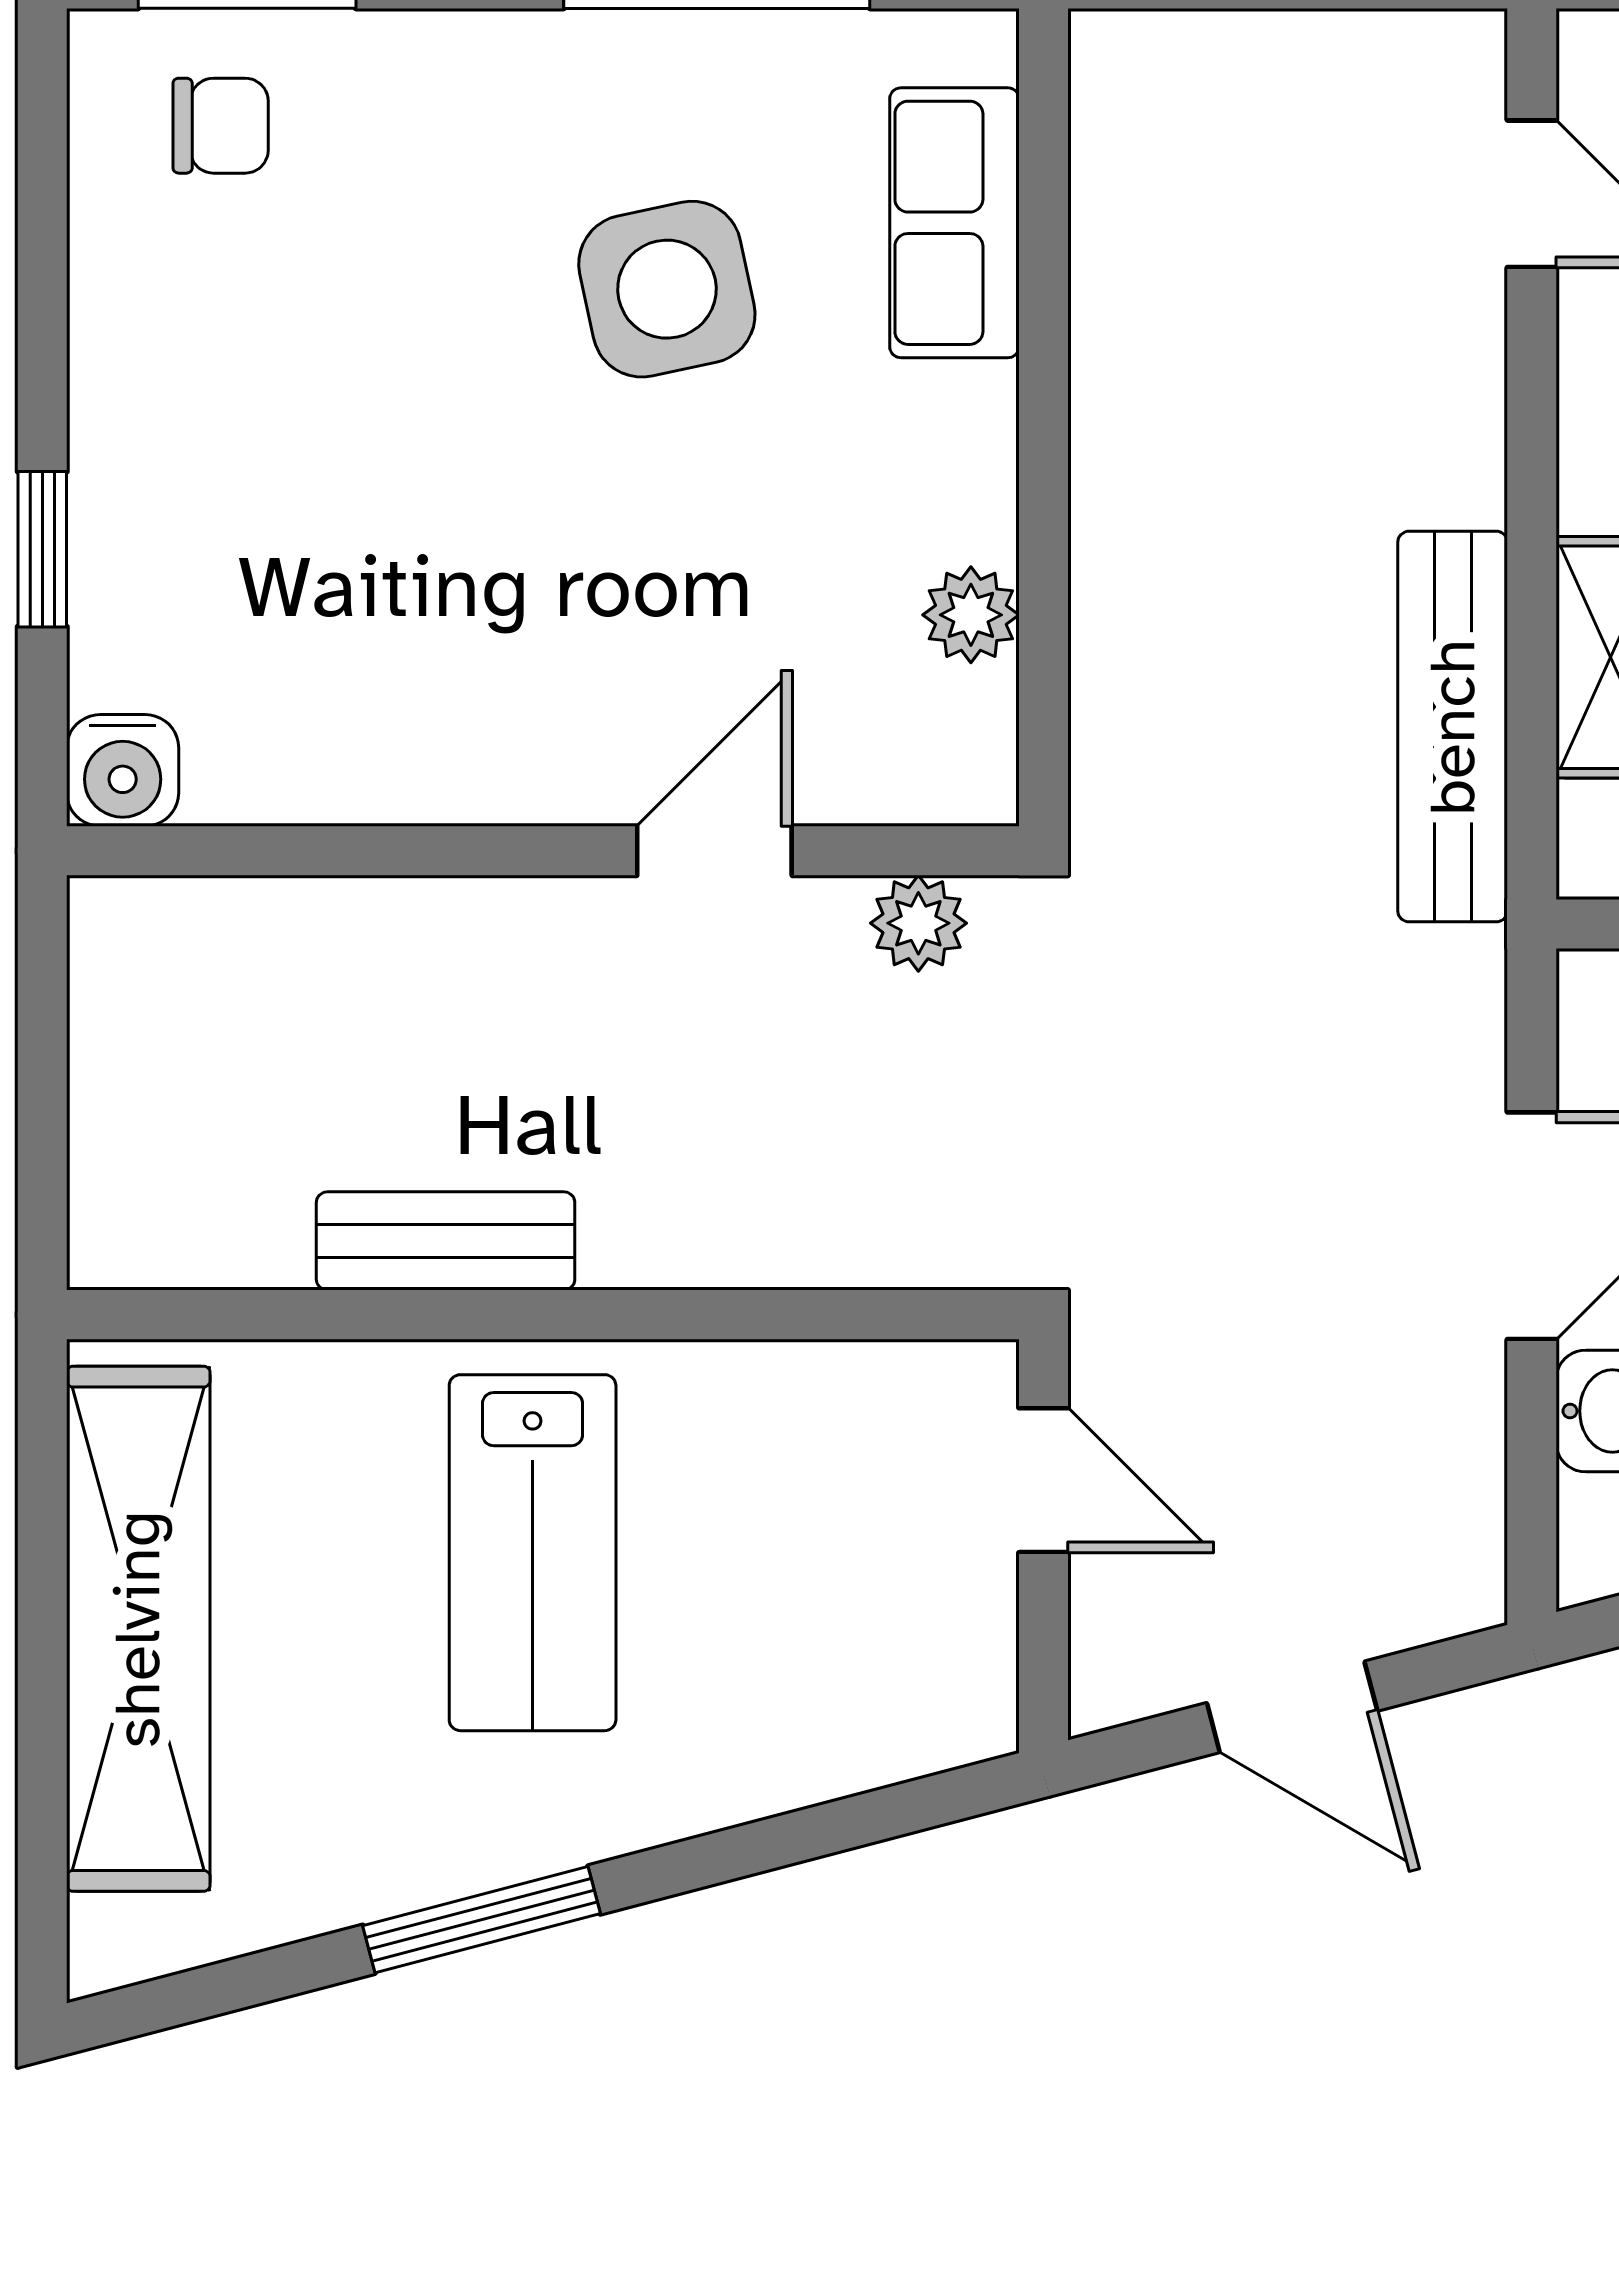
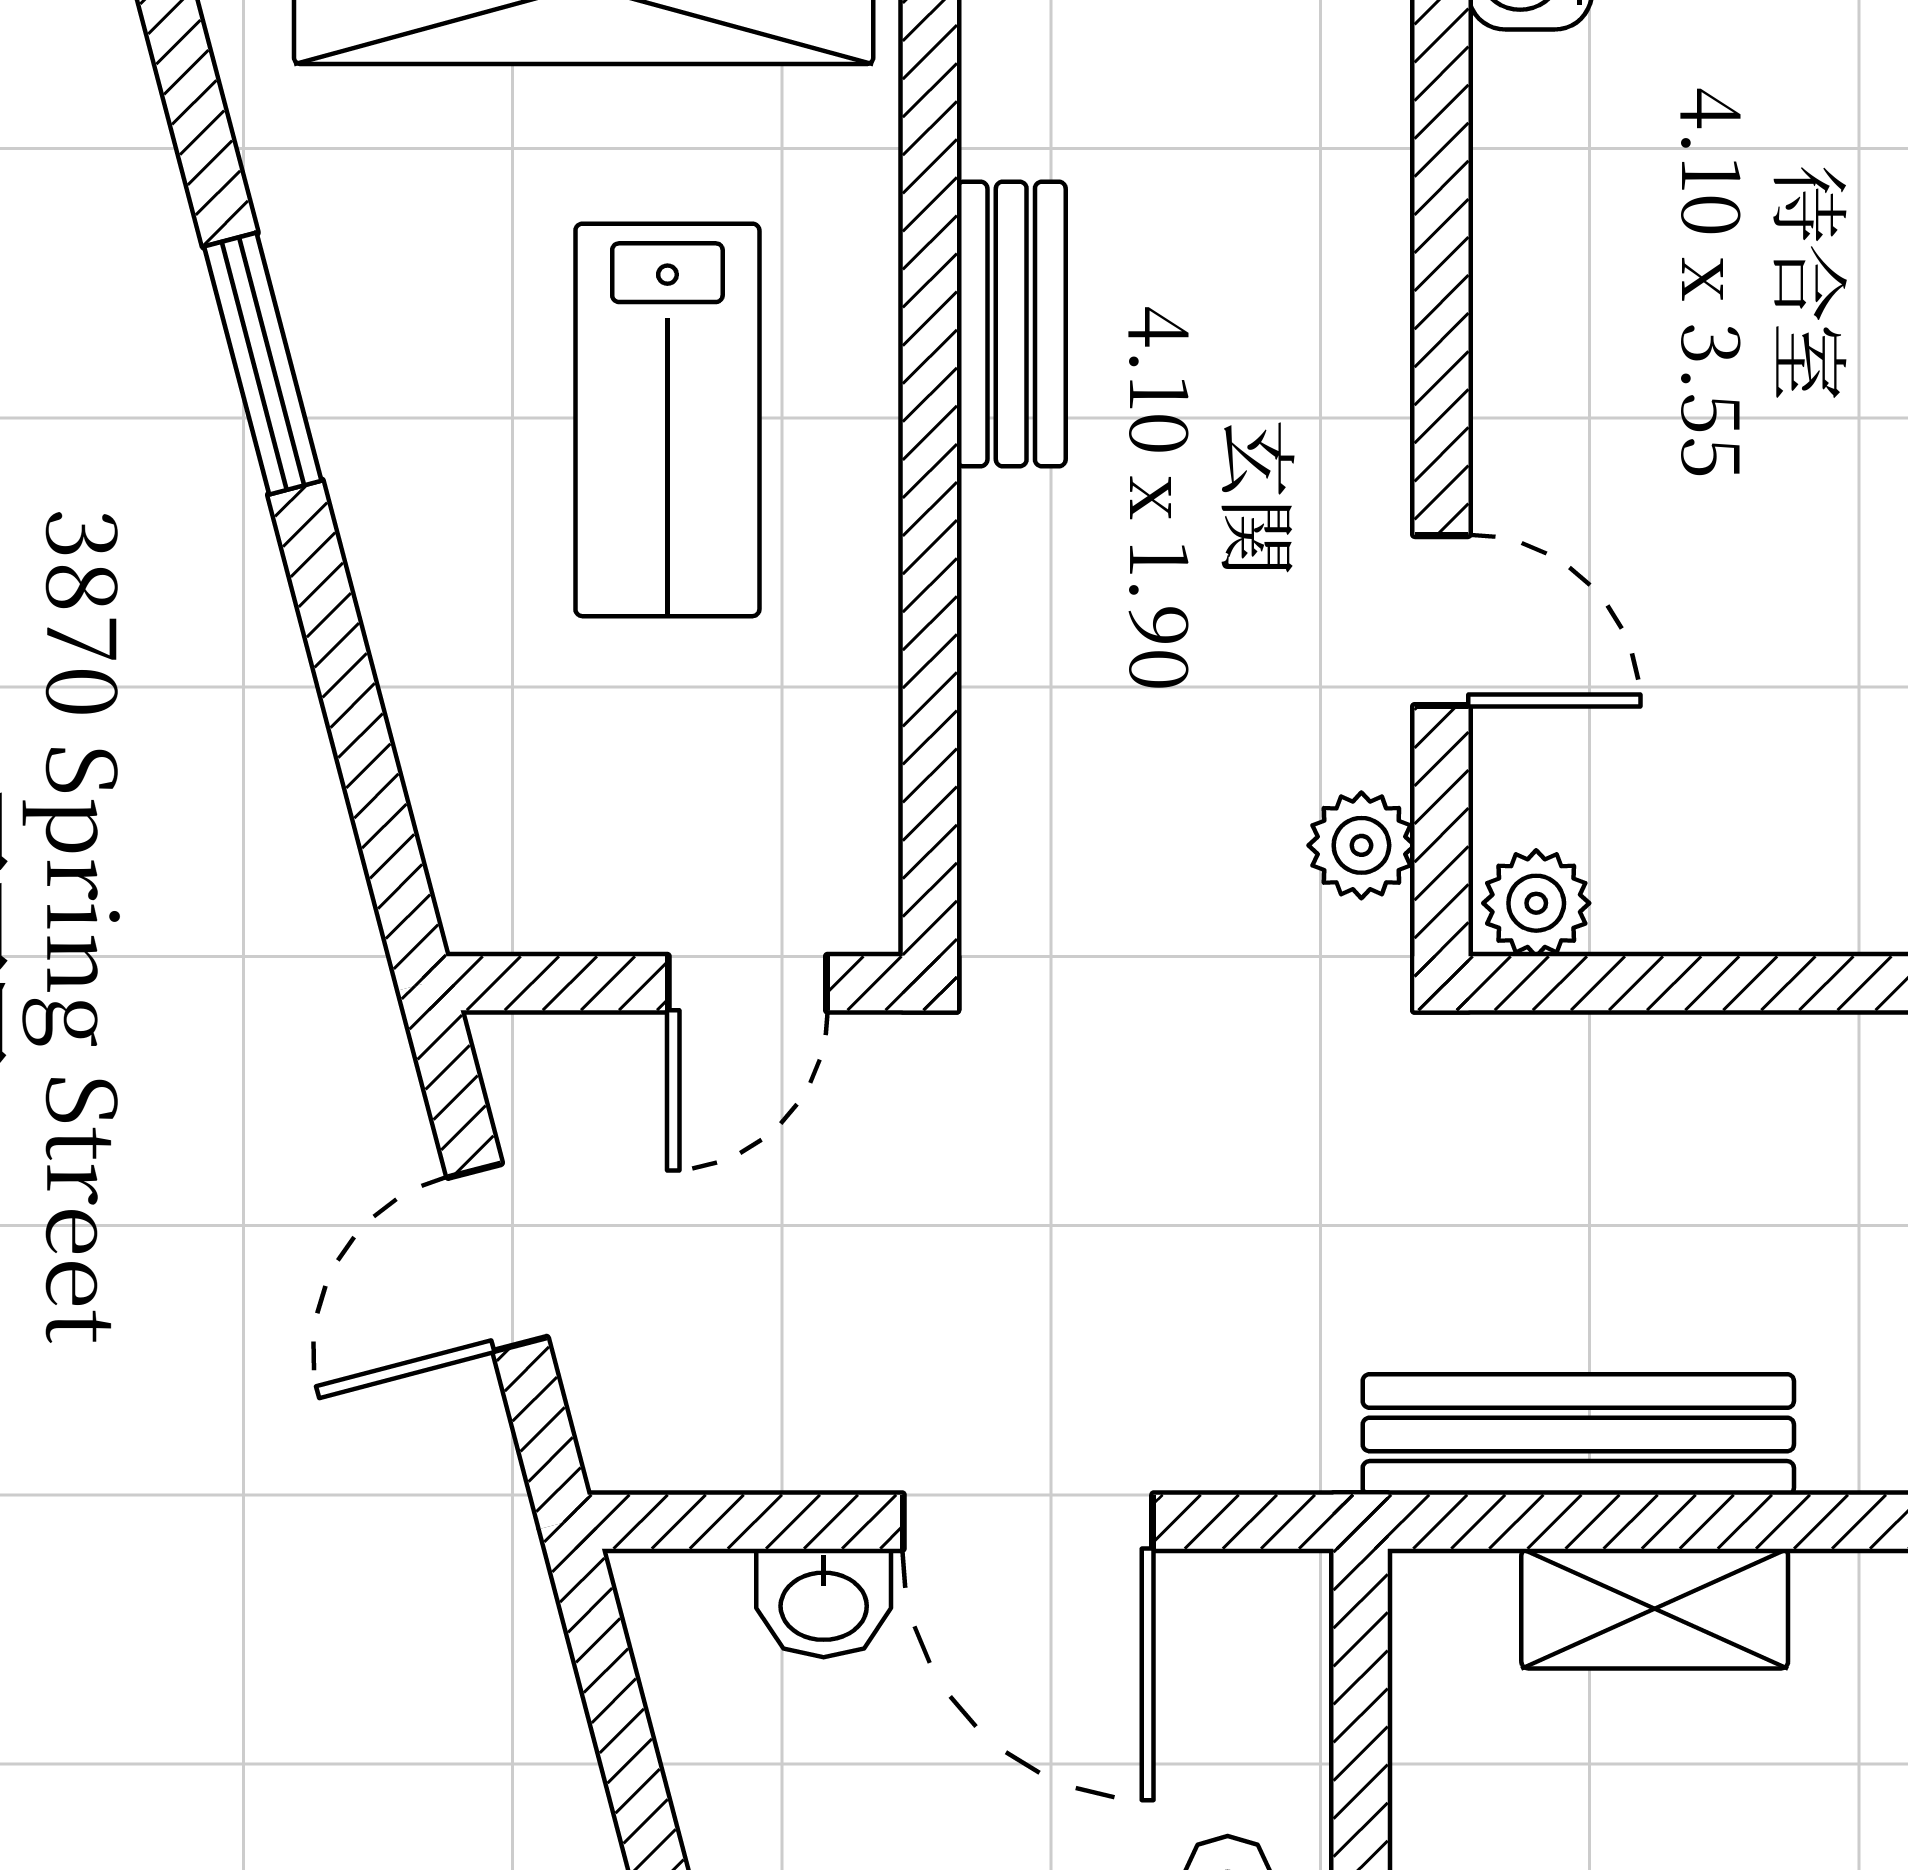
plant: (971, 615) -> (1536, 903), moved
lab bench: (533, 1553) -> (667, 420), turned -90

